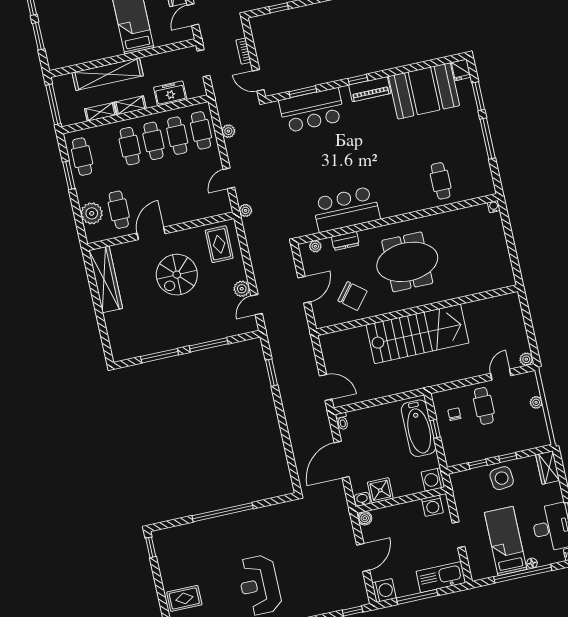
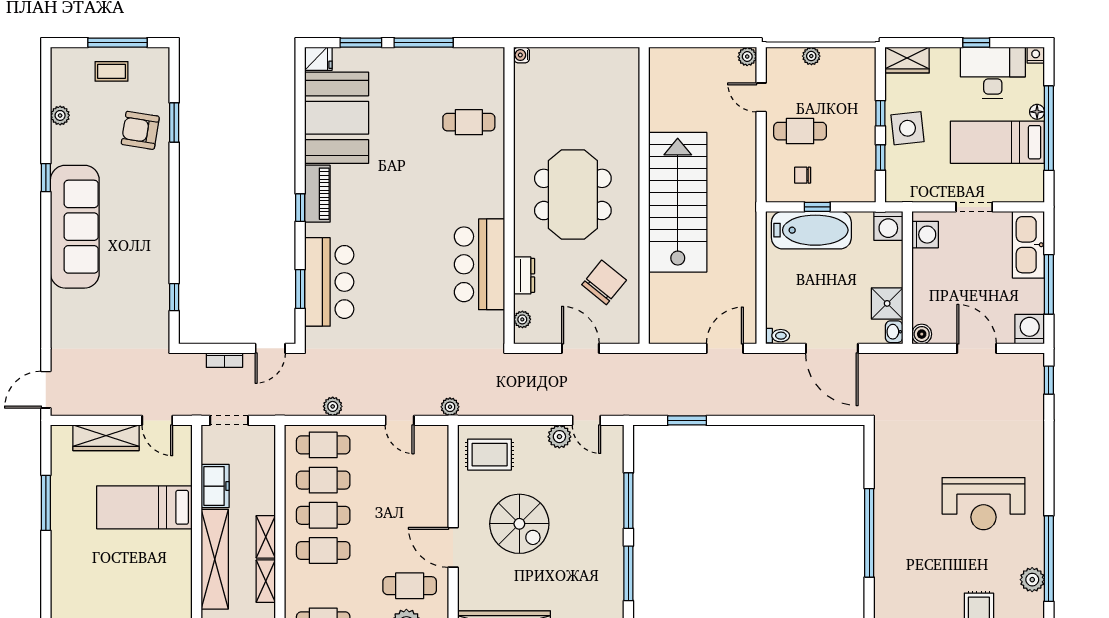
freezer: (170, 93) -> (215, 486), moved, turned 180

